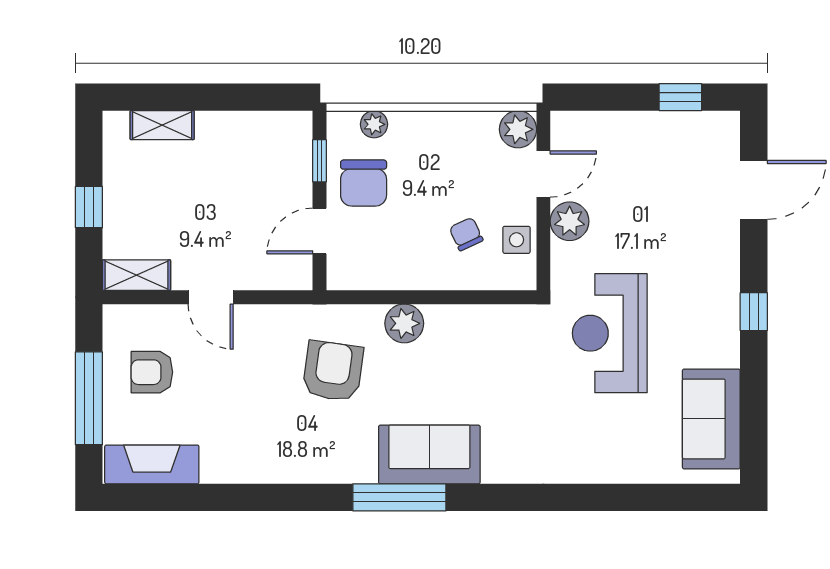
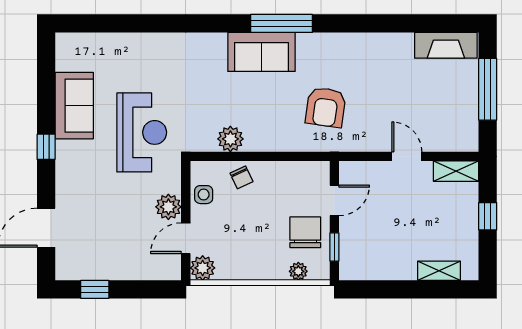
chair: (466, 234) -> (241, 177), moved
plant: (404, 323) -> (230, 139), moved
armchair: (152, 372) -> (446, 107), removed
sofa: (711, 419) -> (74, 106), moved

